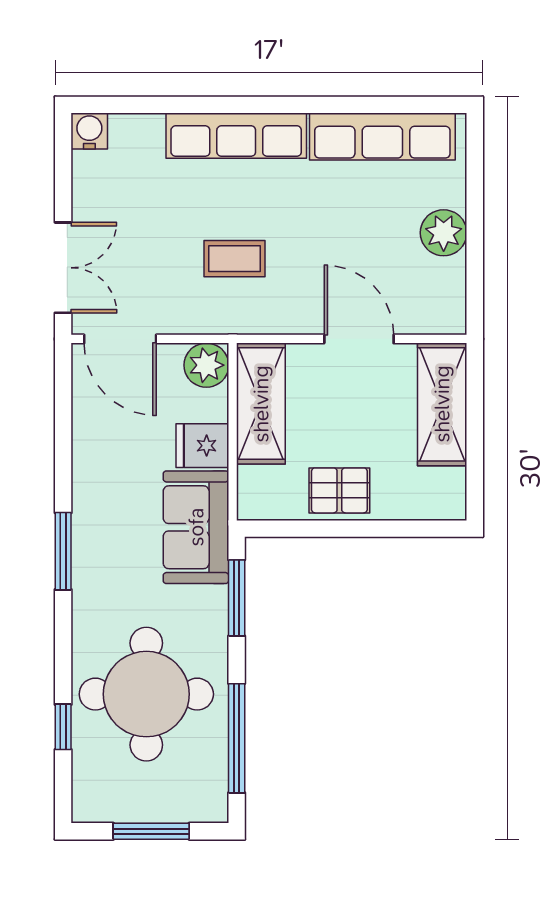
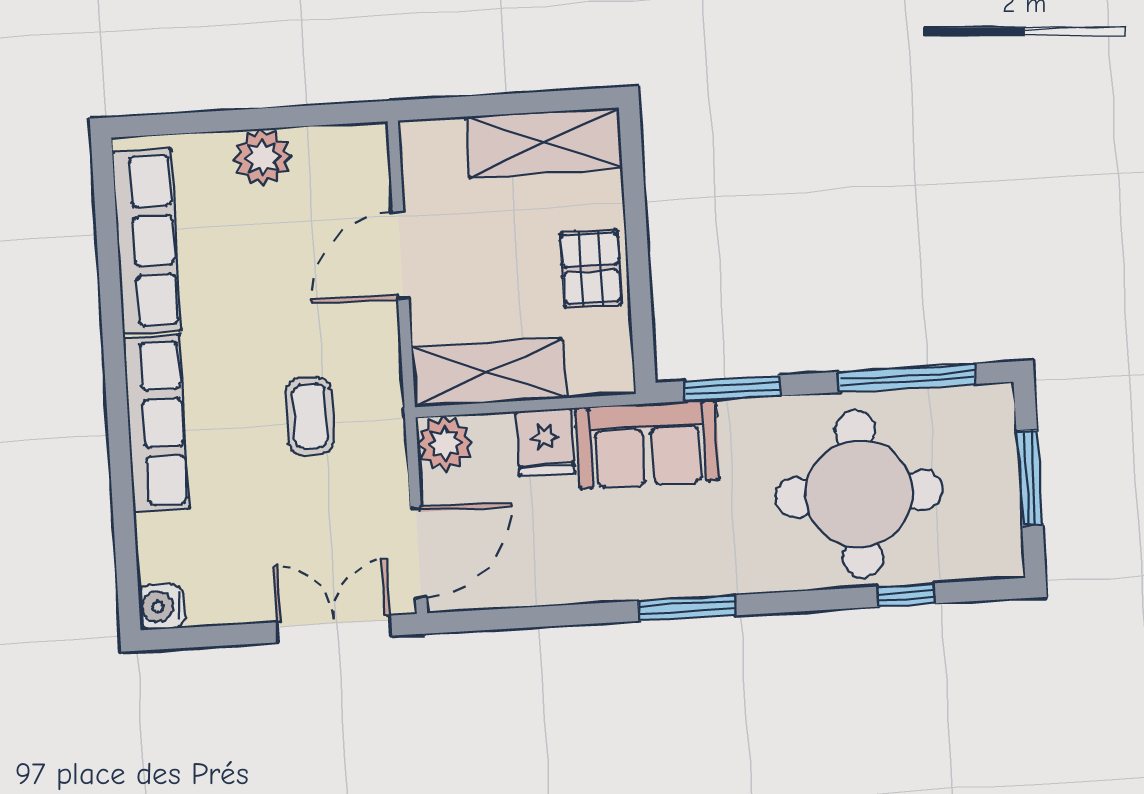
shelving: (442, 404) -> (544, 143), moved

